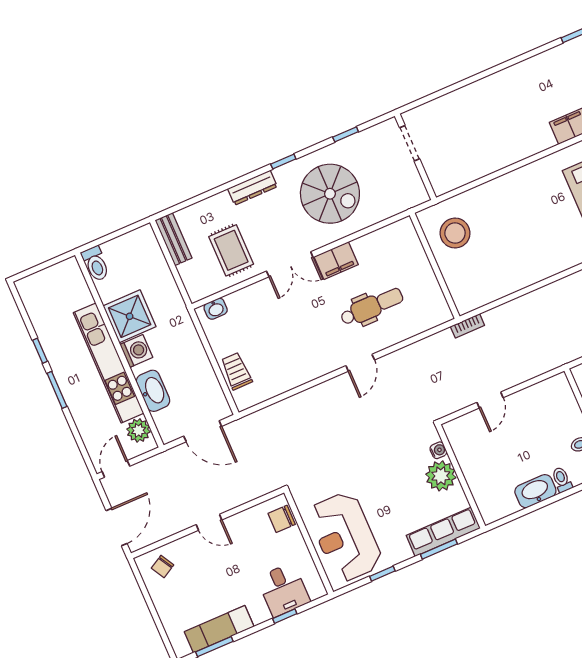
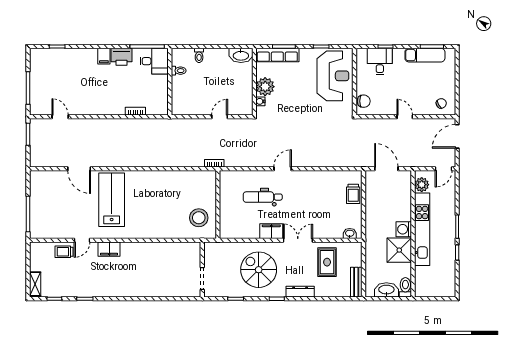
washbasin: (153, 391) -> (386, 290), moved, turned 90
washbasin: (535, 491) -> (241, 55), moved

